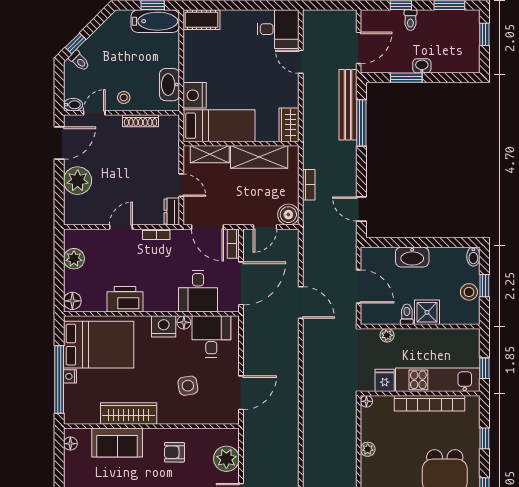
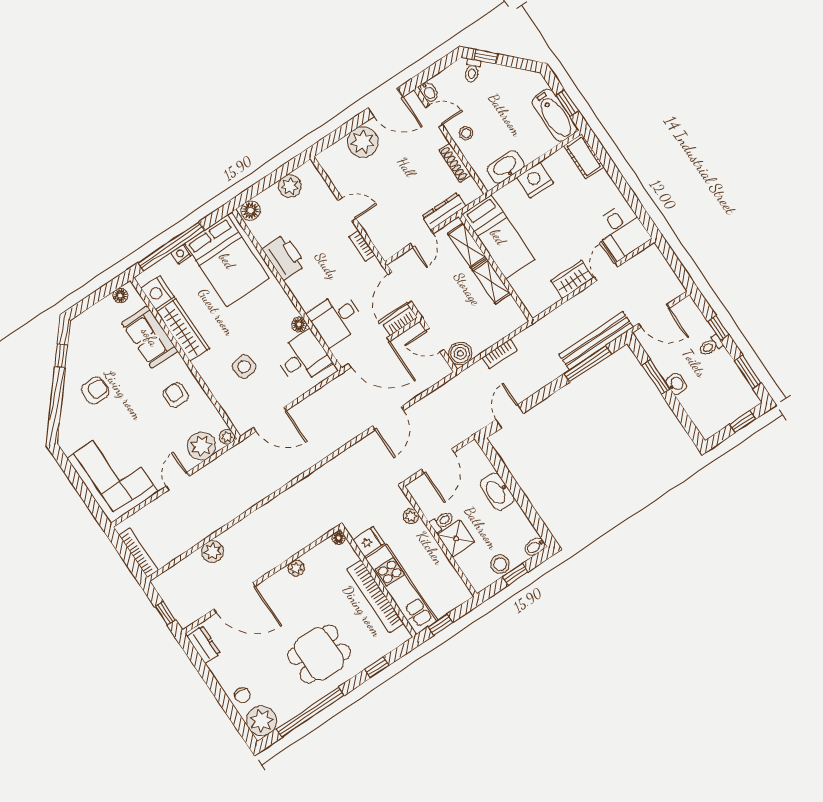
nightstand: (195, 95) -> (535, 180), moved
wardrobe: (289, 125) -> (572, 279), moved
shelving: (259, 157) -> (491, 282), width x0.67, depth x0.75
dresser: (172, 212) -> (444, 211), moved, width x1.44
nightstand: (164, 326) -> (158, 293), moved, turned 180
plant: (232, 435) -> (227, 437), added

